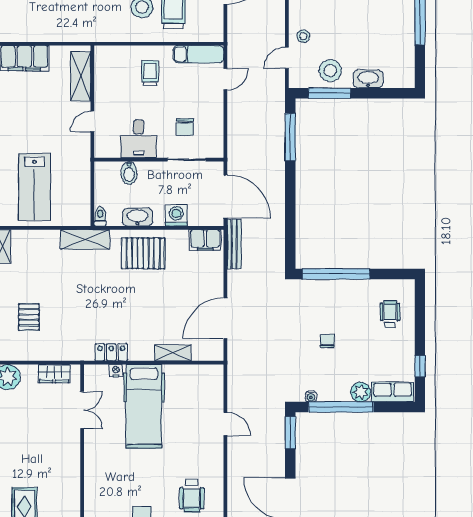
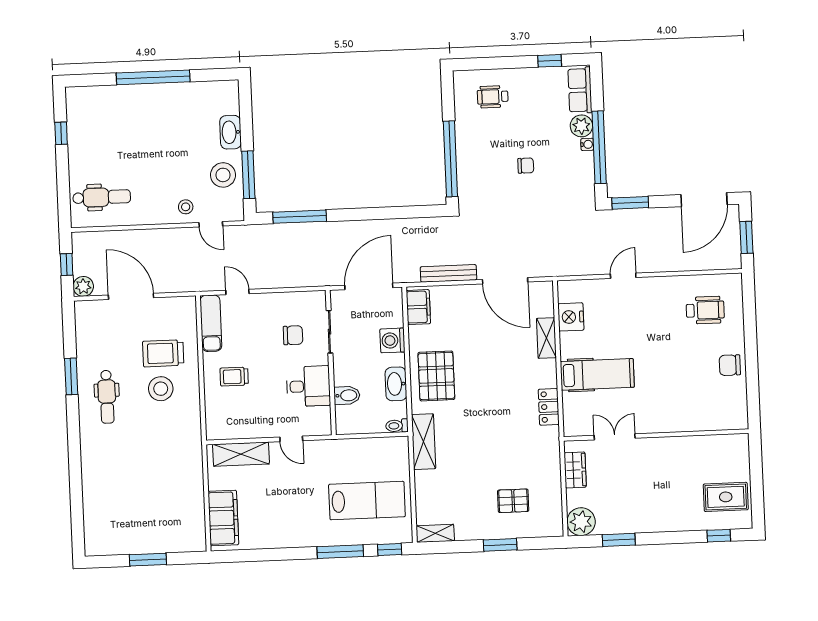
bench: (234, 244) -> (448, 273), moved
chair: (327, 341) -> (526, 166), turned 180
nightstand: (116, 371) -> (571, 317), moved, width x1.89, depth x1.79
water cooler: (311, 396) -> (587, 144), moved
hospital bed: (144, 406) -> (597, 374), width x0.73, depth x0.78

